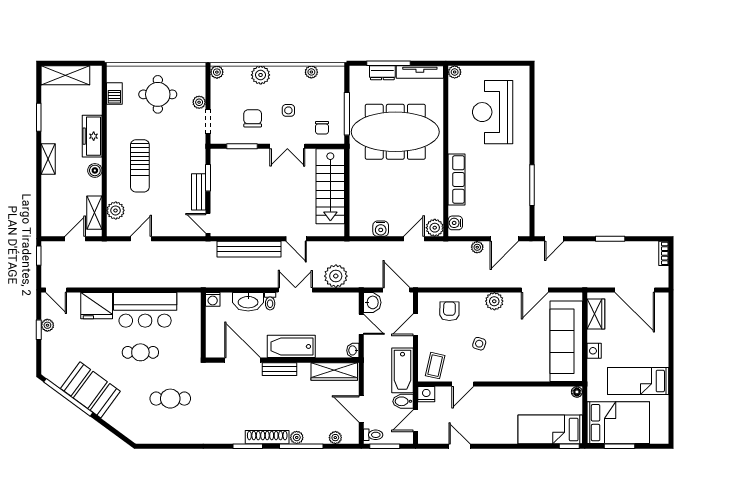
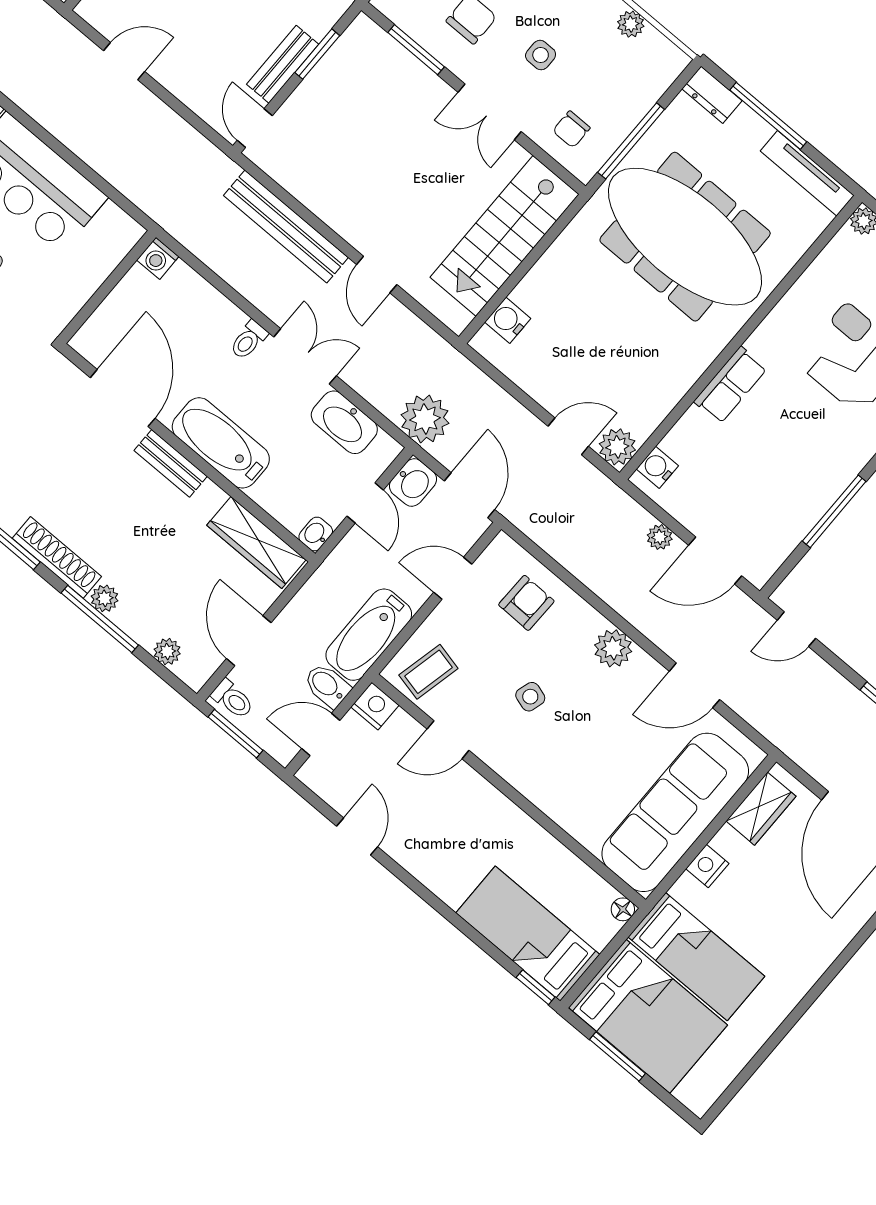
dresser: (382, 73) -> (712, 95), moved
row of seats: (457, 180) -> (730, 385), width x0.68
water cooler: (381, 229) -> (508, 320), moved, turned 90
plant: (336, 276) -> (425, 419), moved
washbasin: (248, 302) -> (344, 422), moved
bed: (638, 381) -> (696, 957), moved, turned 180

